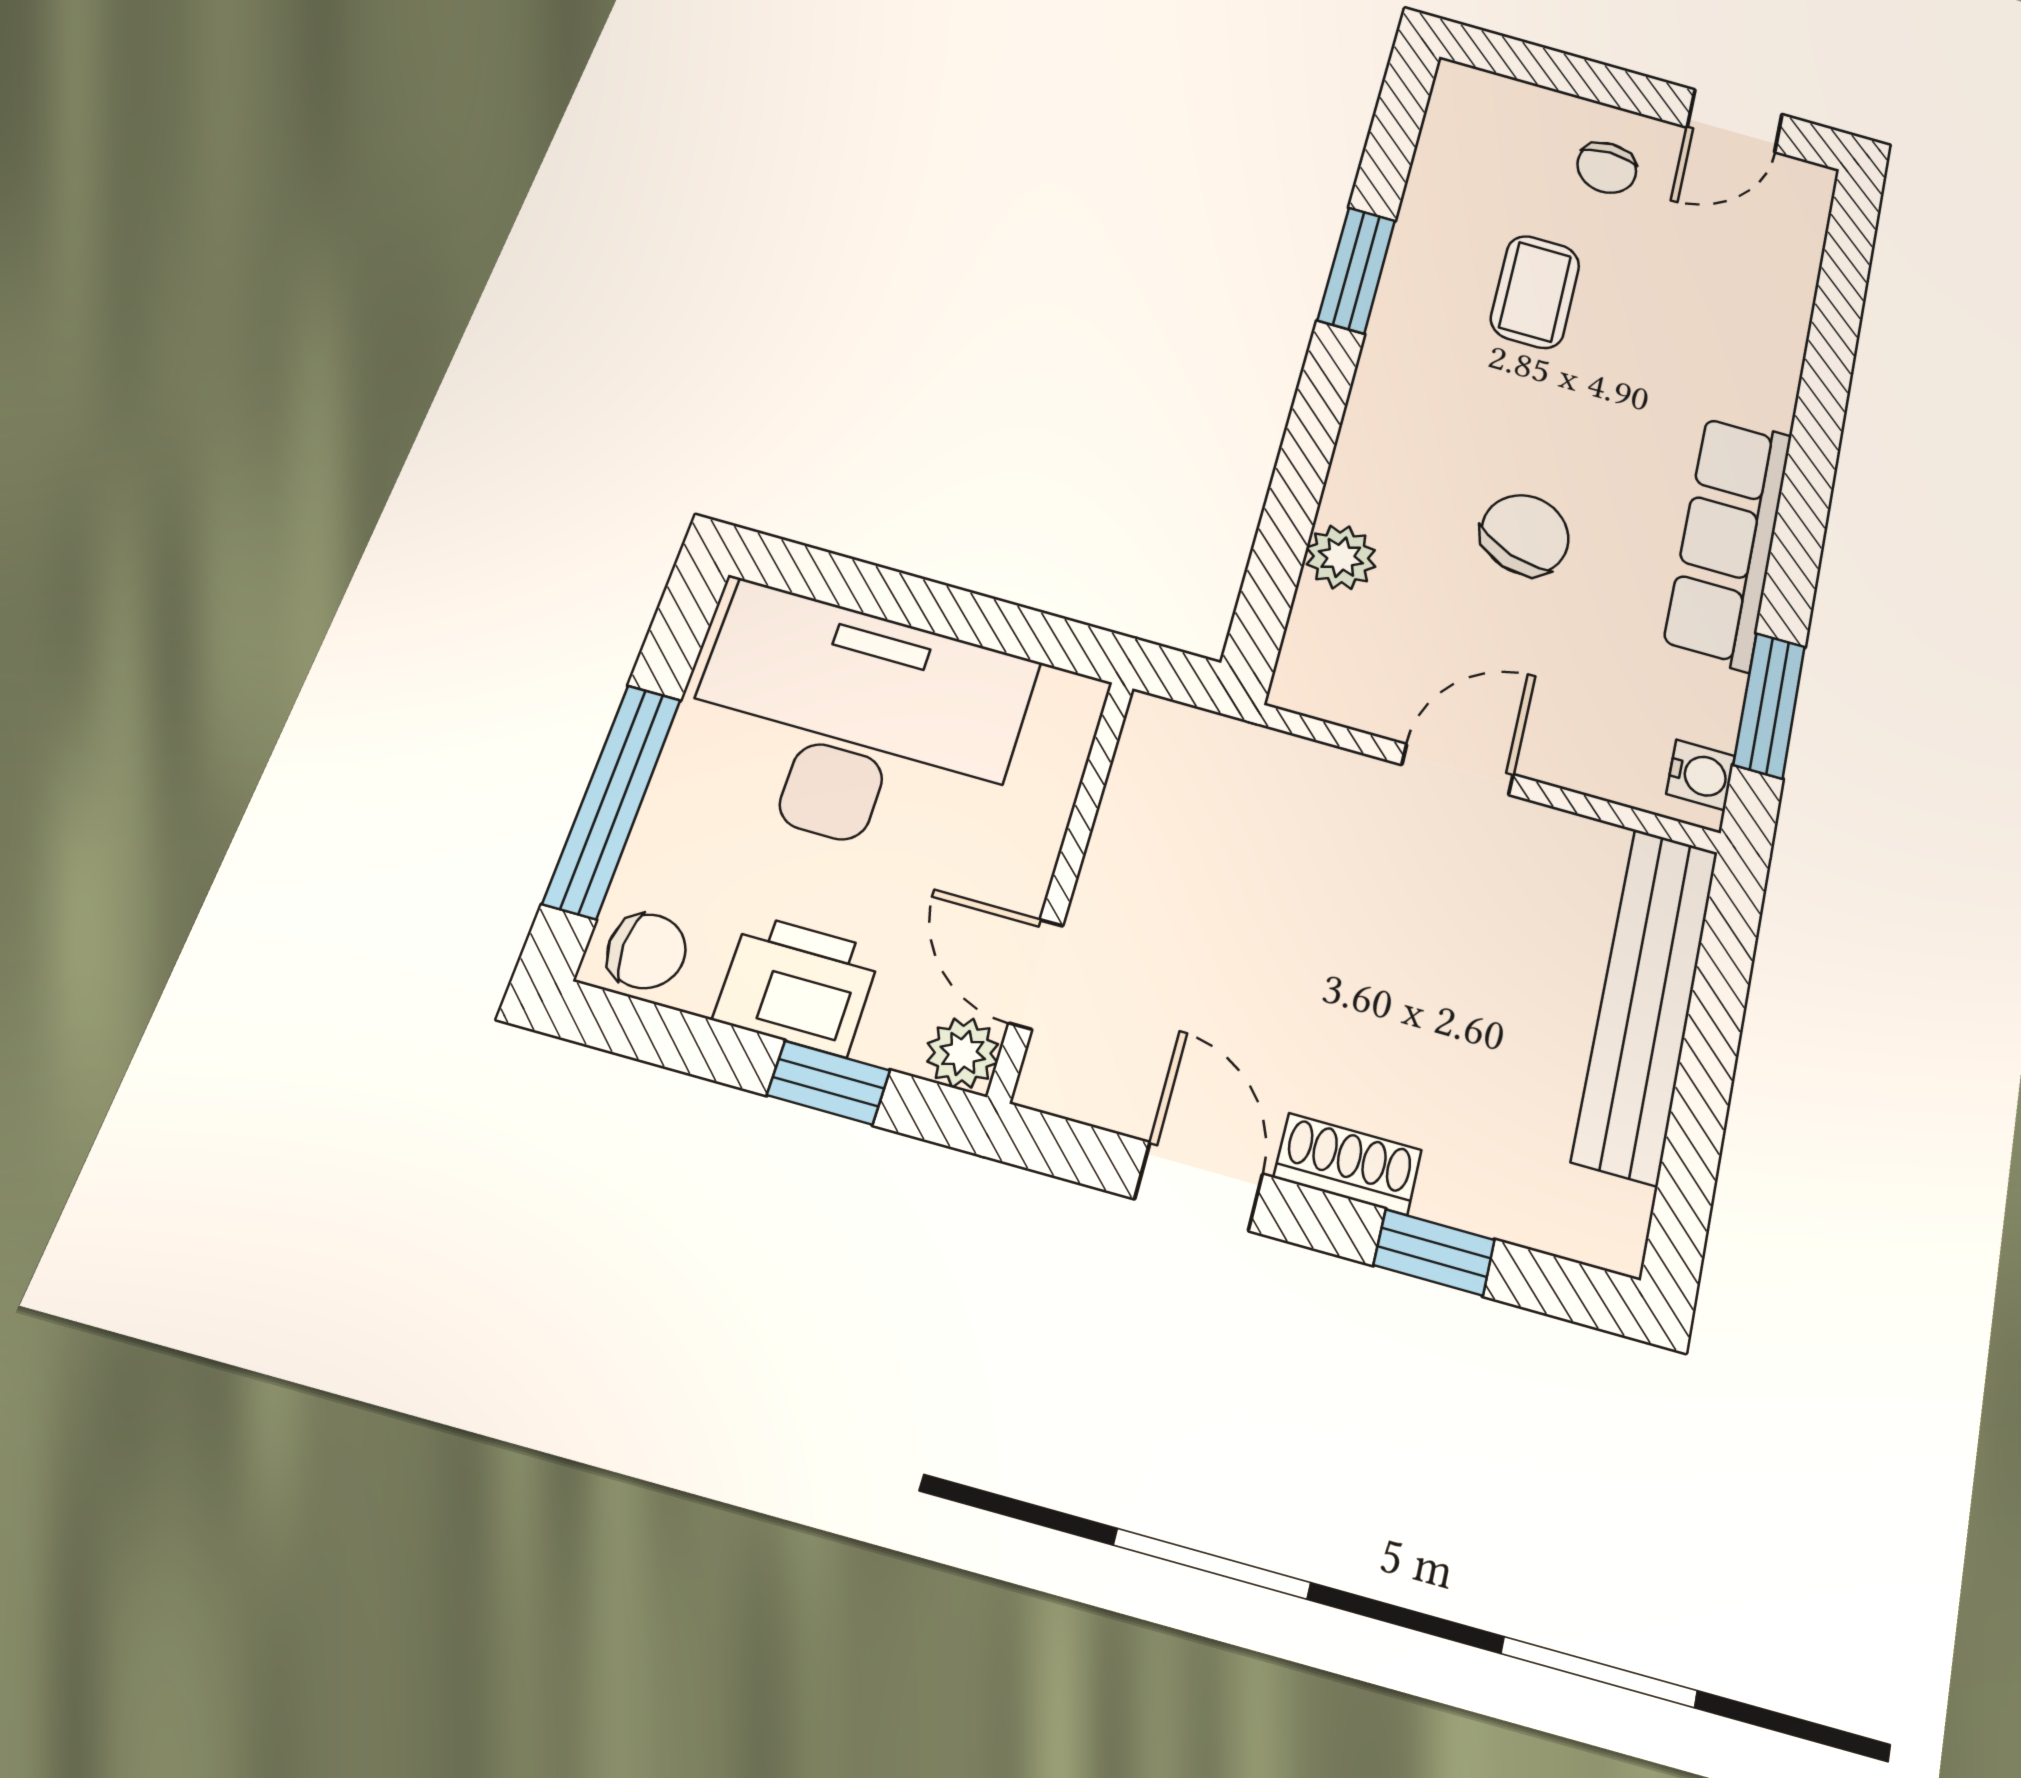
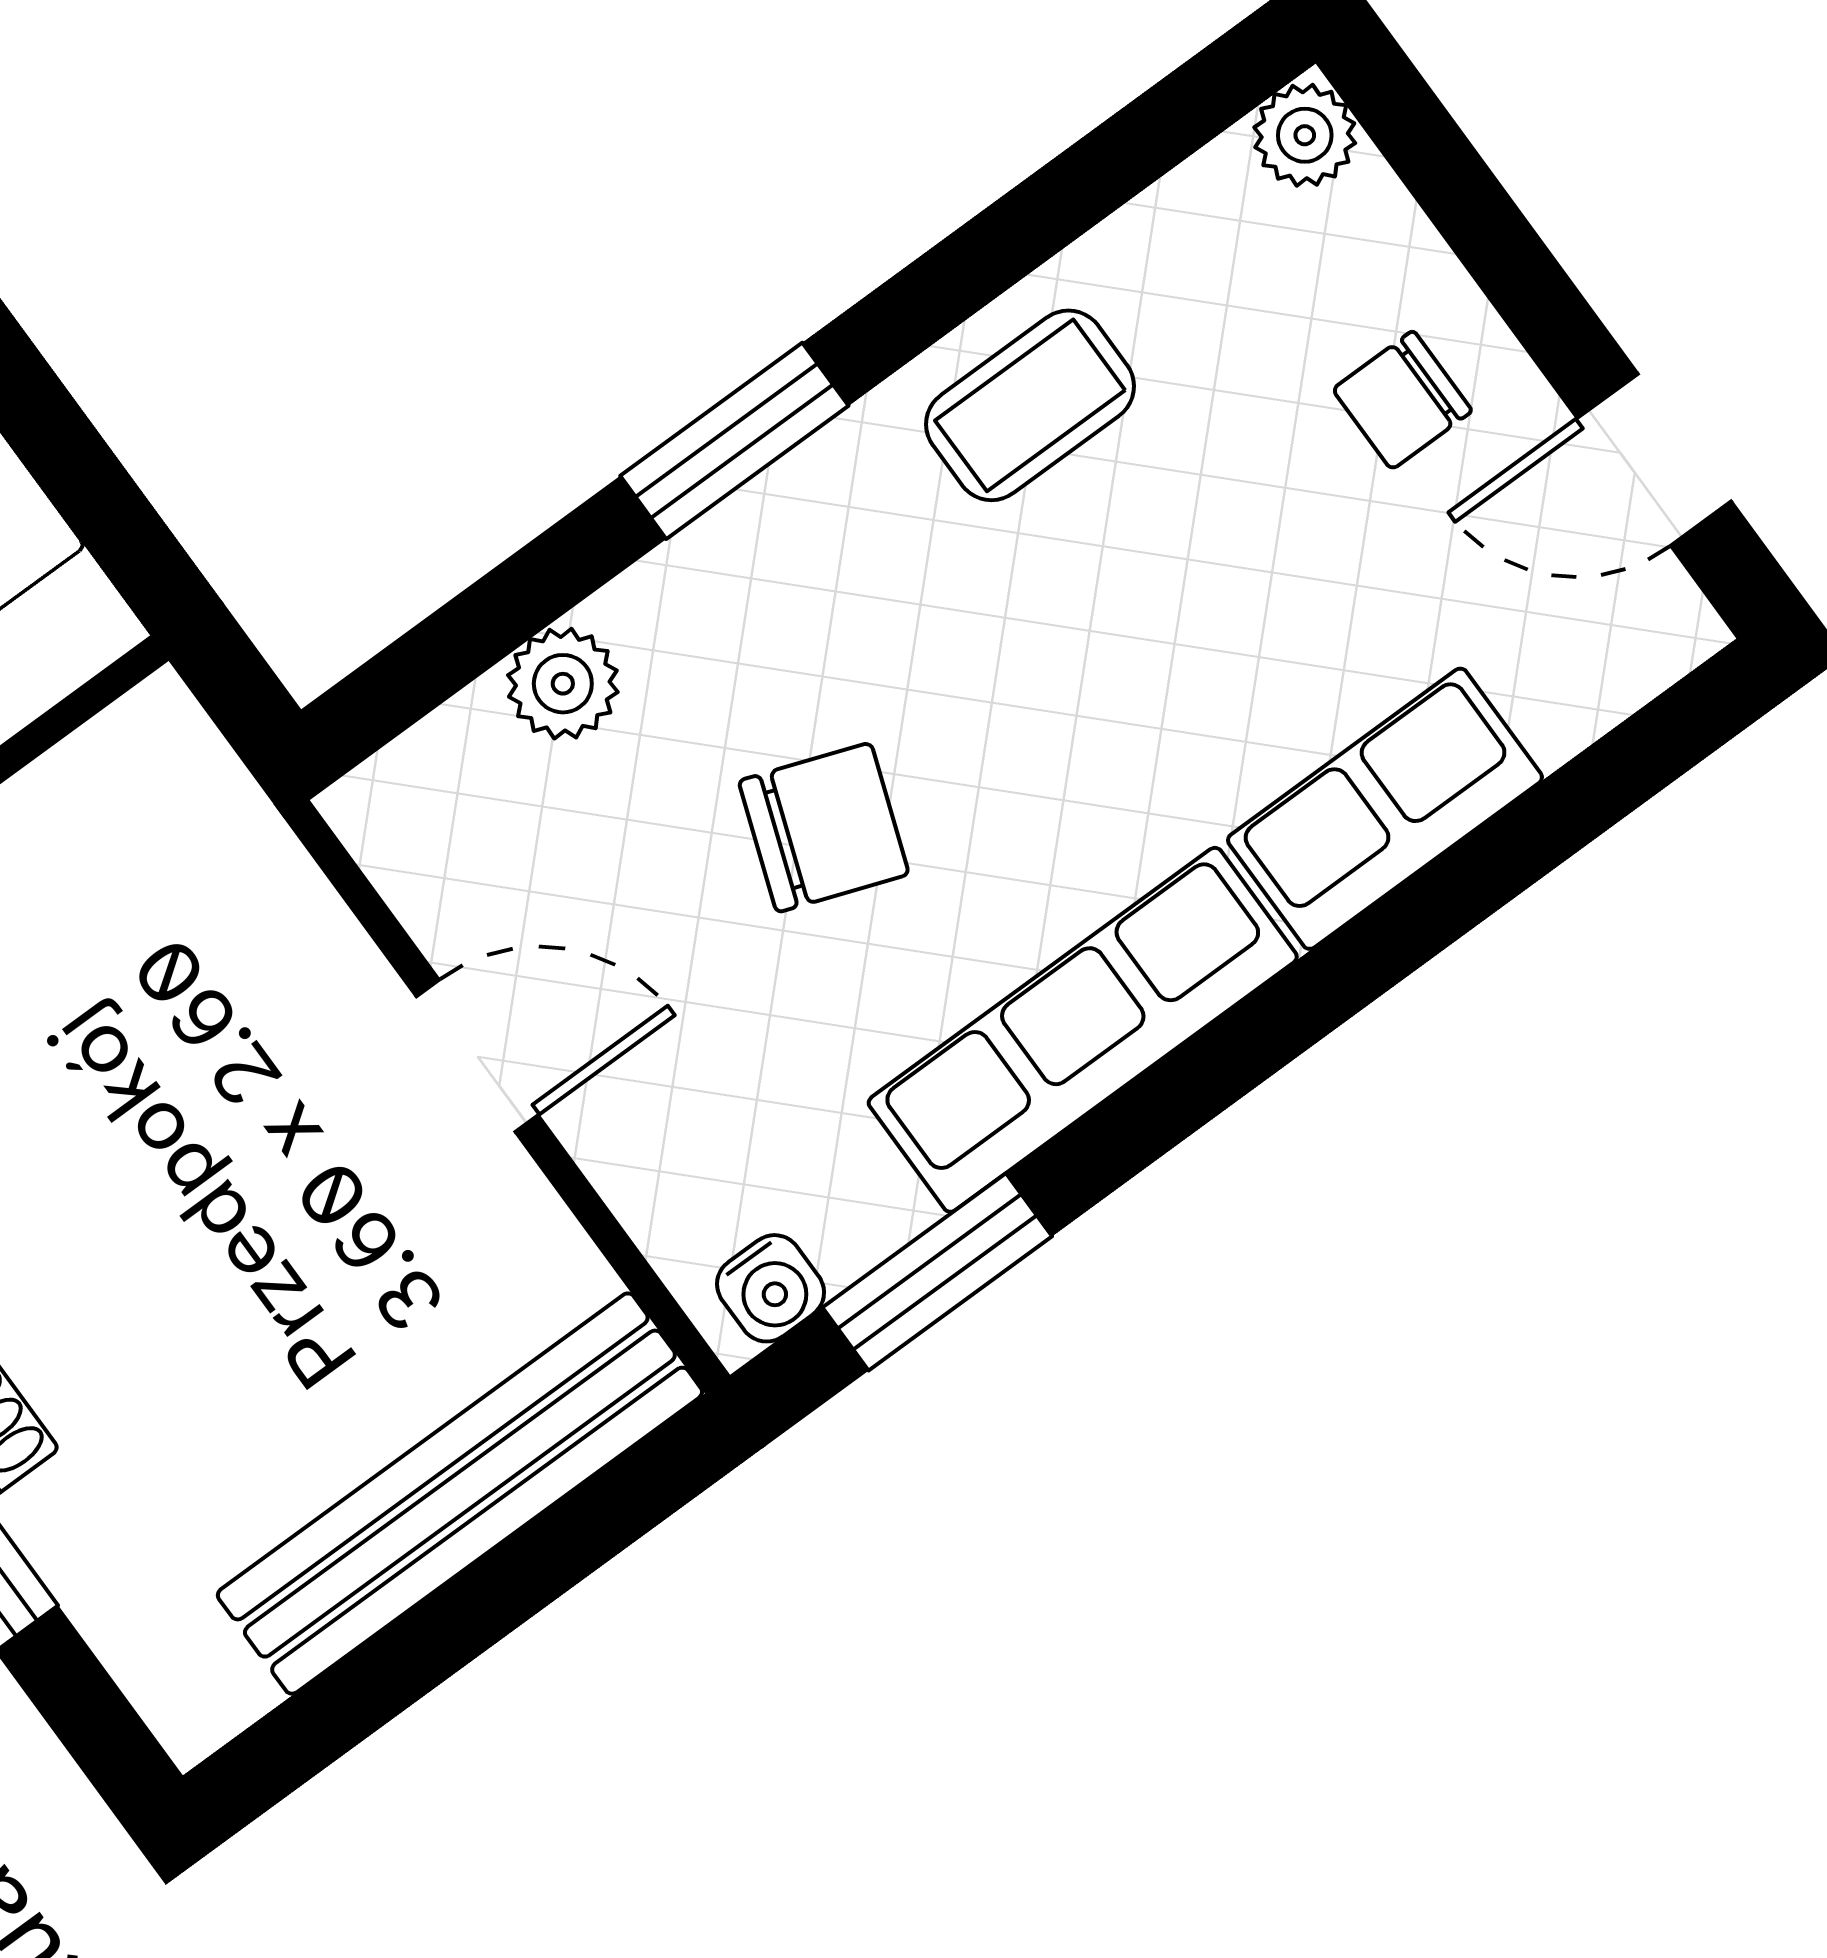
plant: (1462, 88) -> (1305, 135), added
window: (1357, 270) -> (734, 441), moved
coffee table: (1535, 292) -> (1030, 405), moved
row of seats: (1765, 344) -> (1385, 809), added

